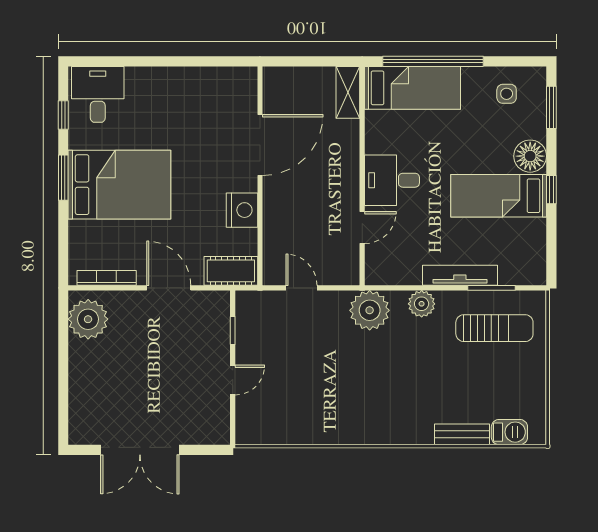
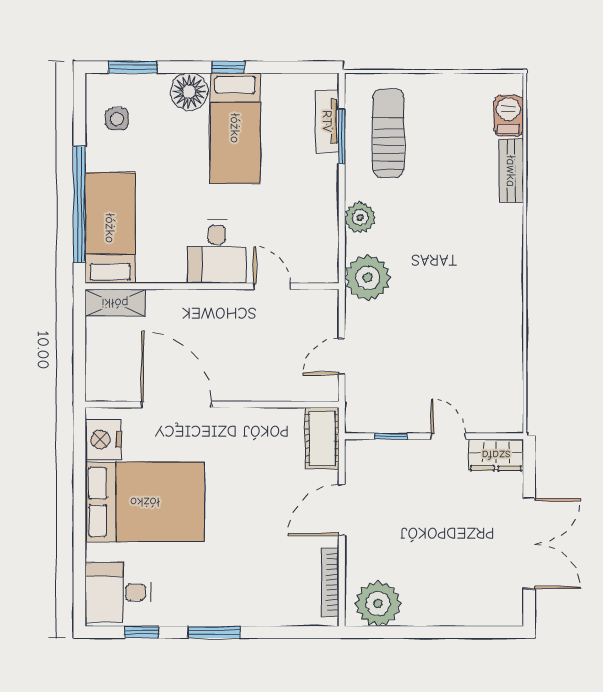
bed: (119, 185) -> (145, 502), moved, turned 90
nightstand: (242, 210) -> (103, 439), moved, turned -90
tv unit: (460, 275) -> (327, 121), moved, width x0.71
wardrobe: (216, 421) -> (496, 455), added

